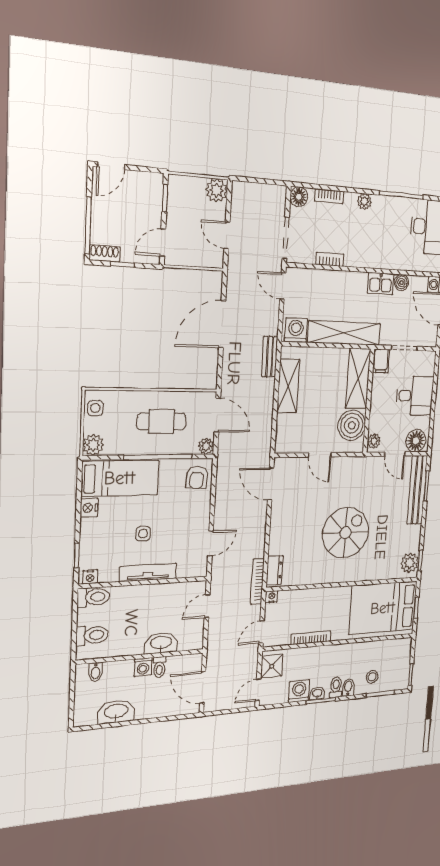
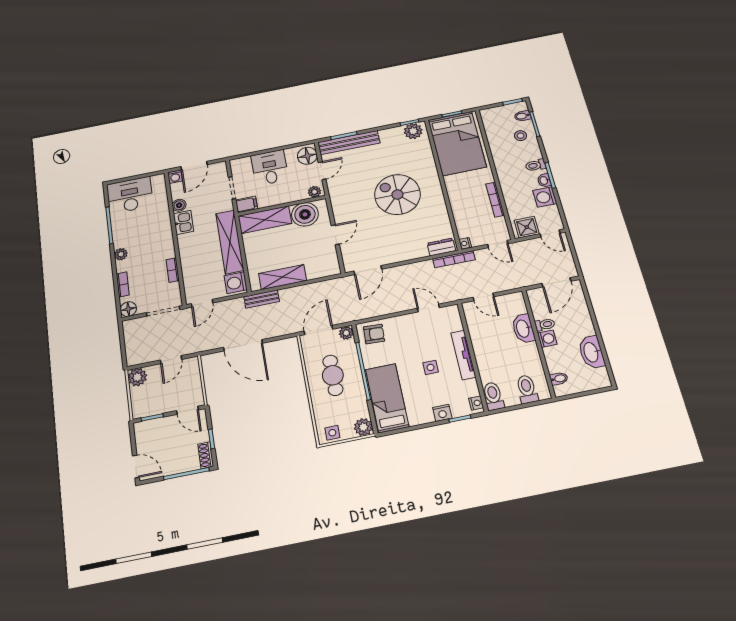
nightstand: (89, 508) -> (442, 413), moved
bidet: (348, 687) -> (522, 116), moved

